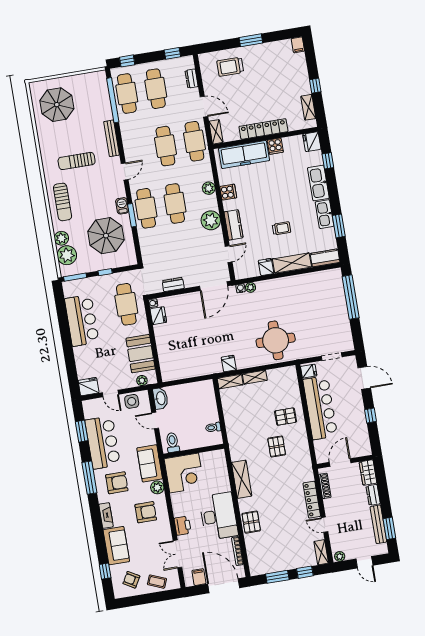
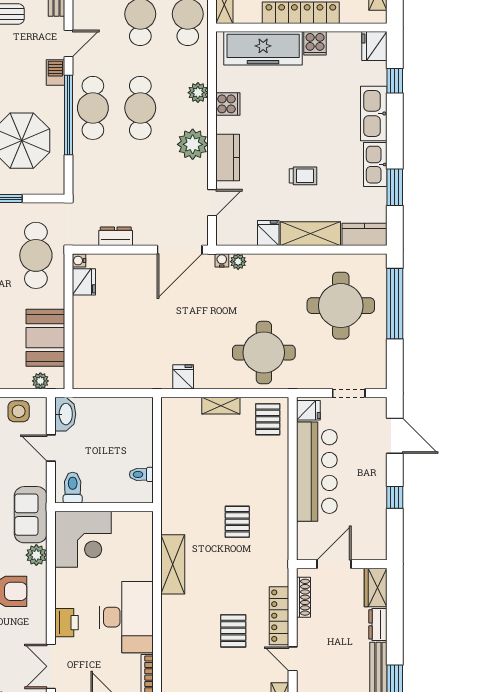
barbecue: (122, 206) -> (55, 73), moved
window: (132, 215) -> (69, 115), width x2.11
round table: (318, 304) -> (341, 306), added
shelving: (230, 382) -> (181, 406), removed
pallet: (286, 417) -> (268, 419), moved, turned 90
pallet: (251, 522) -> (233, 631), moved

